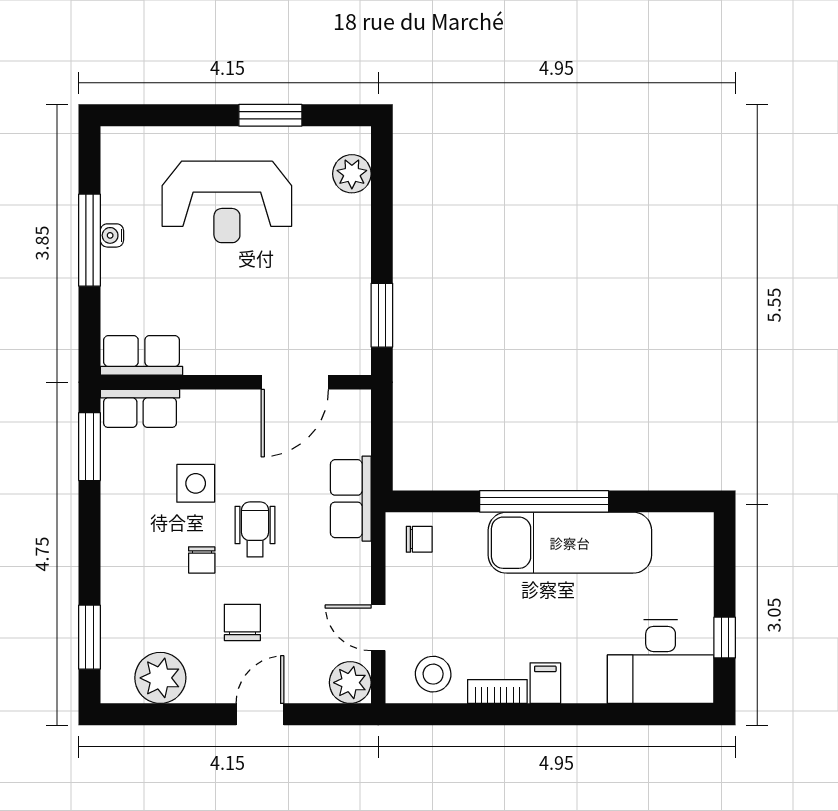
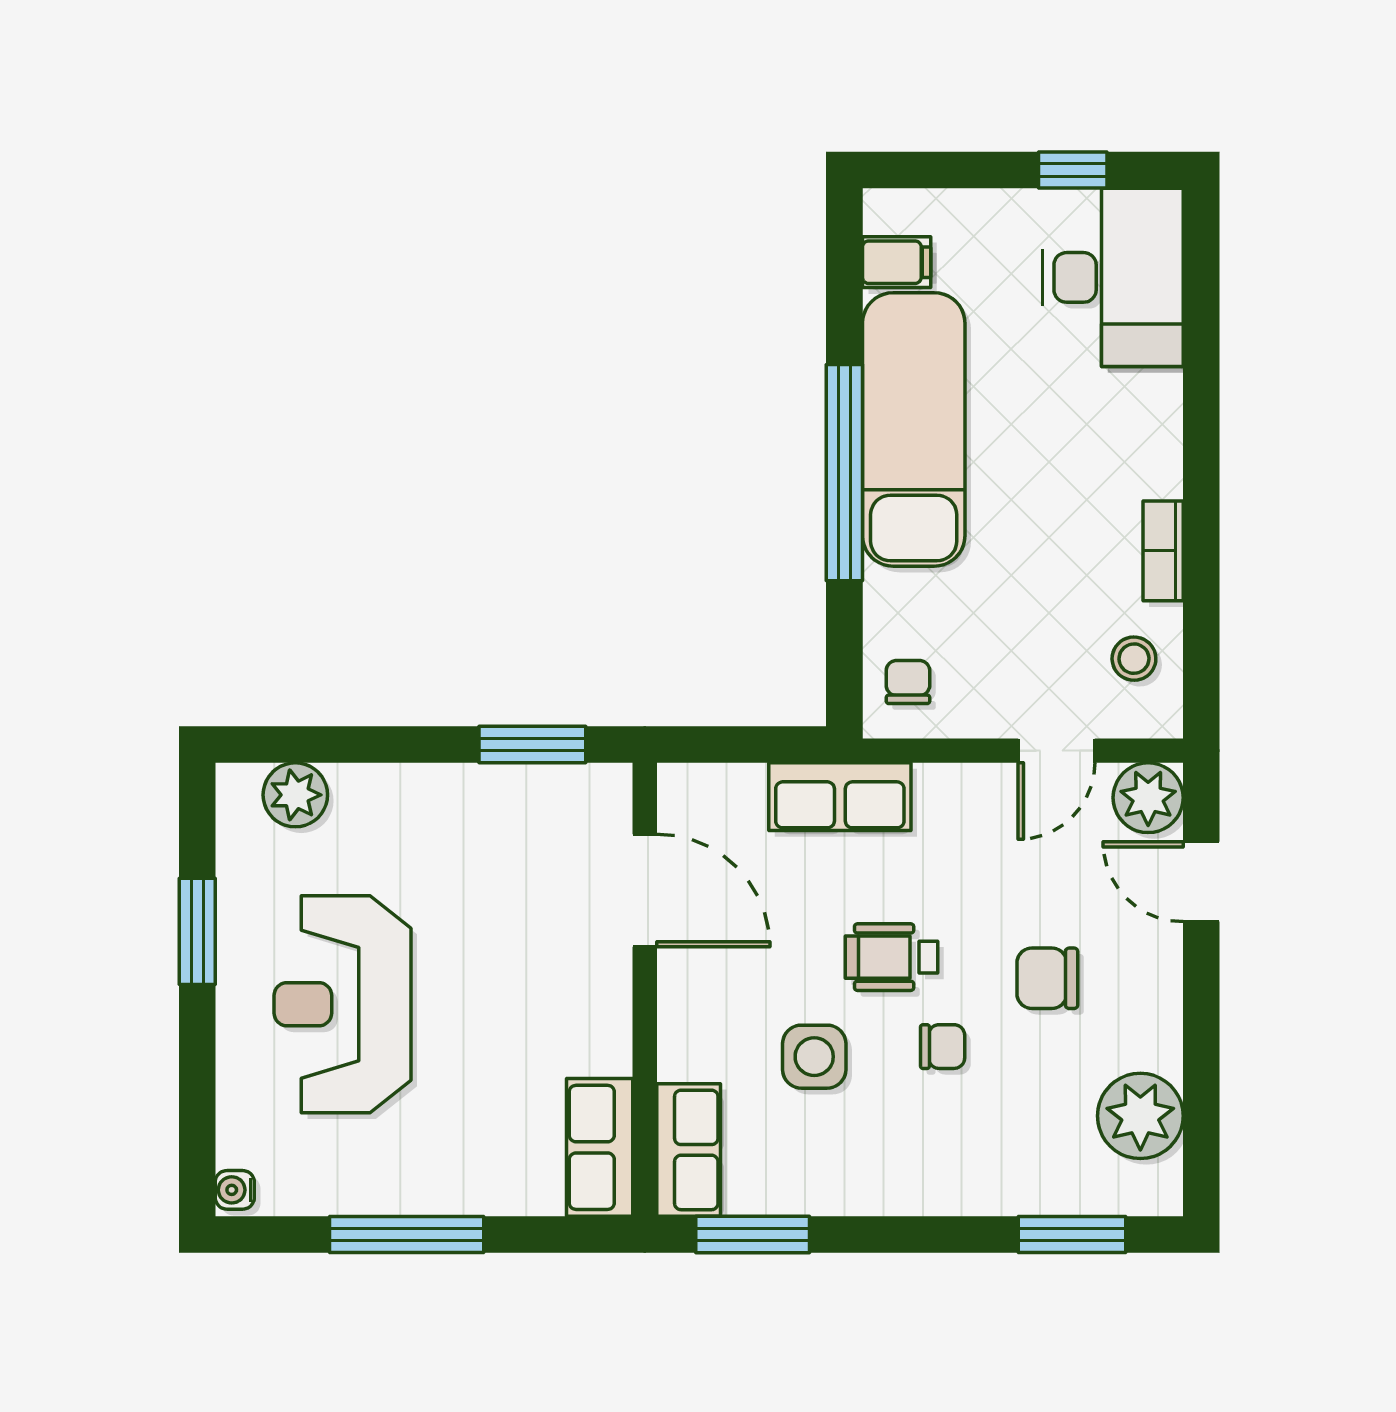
reception desk: (227, 202) -> (342, 1004), turned 180
water cooler: (112, 235) -> (235, 1190), moved, turned 90
stool: (433, 674) -> (1134, 659), width x0.73, depth x0.73
filing cabinet: (545, 683) -> (897, 262), moved, turned 180
door: (260, 714) -> (1201, 882), moved

